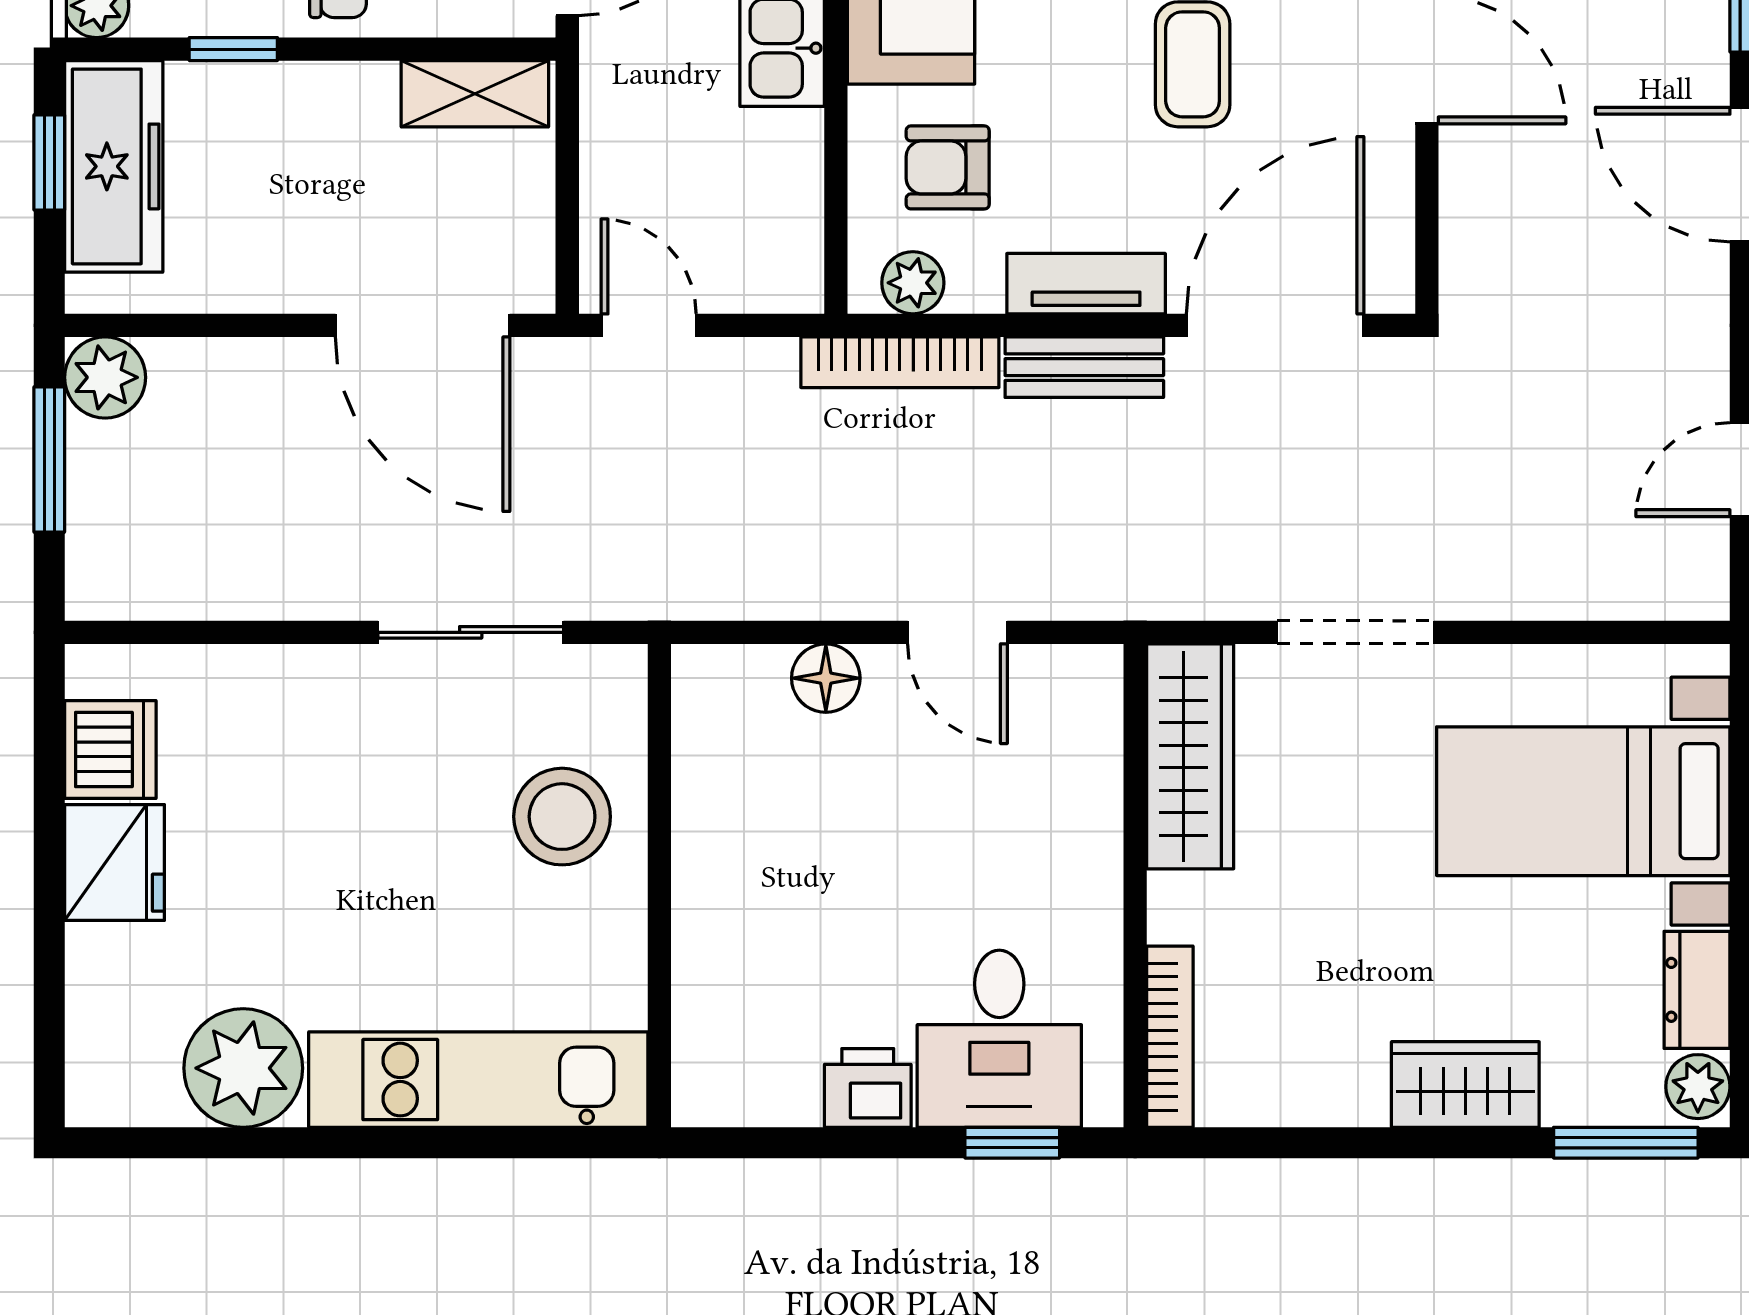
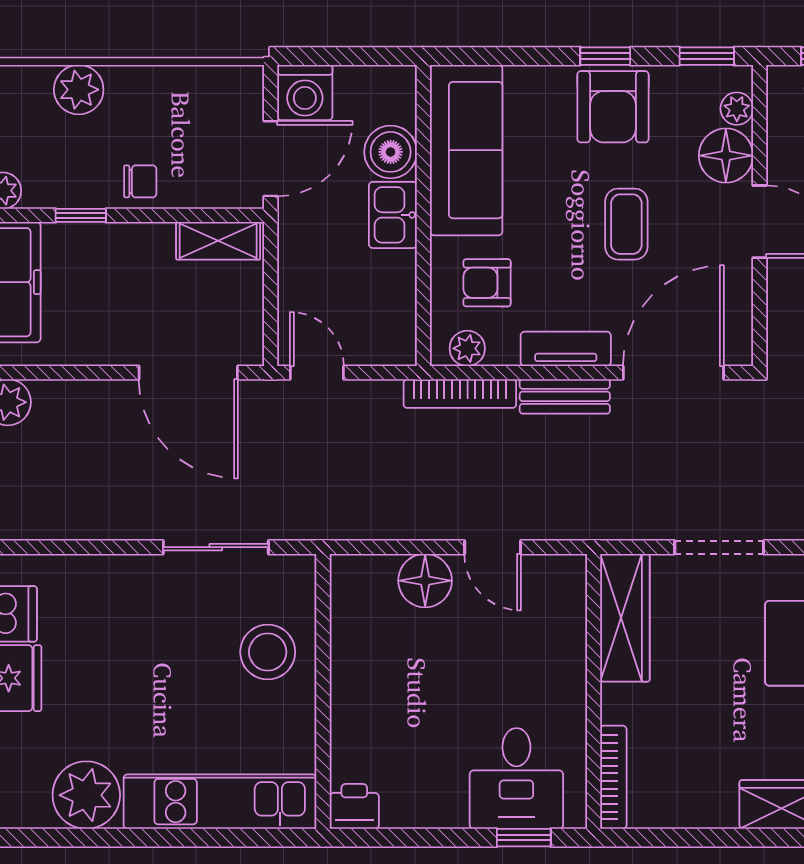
floor lamp: (826, 678) -> (425, 581), width x1.38, depth x1.38
printer: (868, 1088) -> (354, 806), moved

